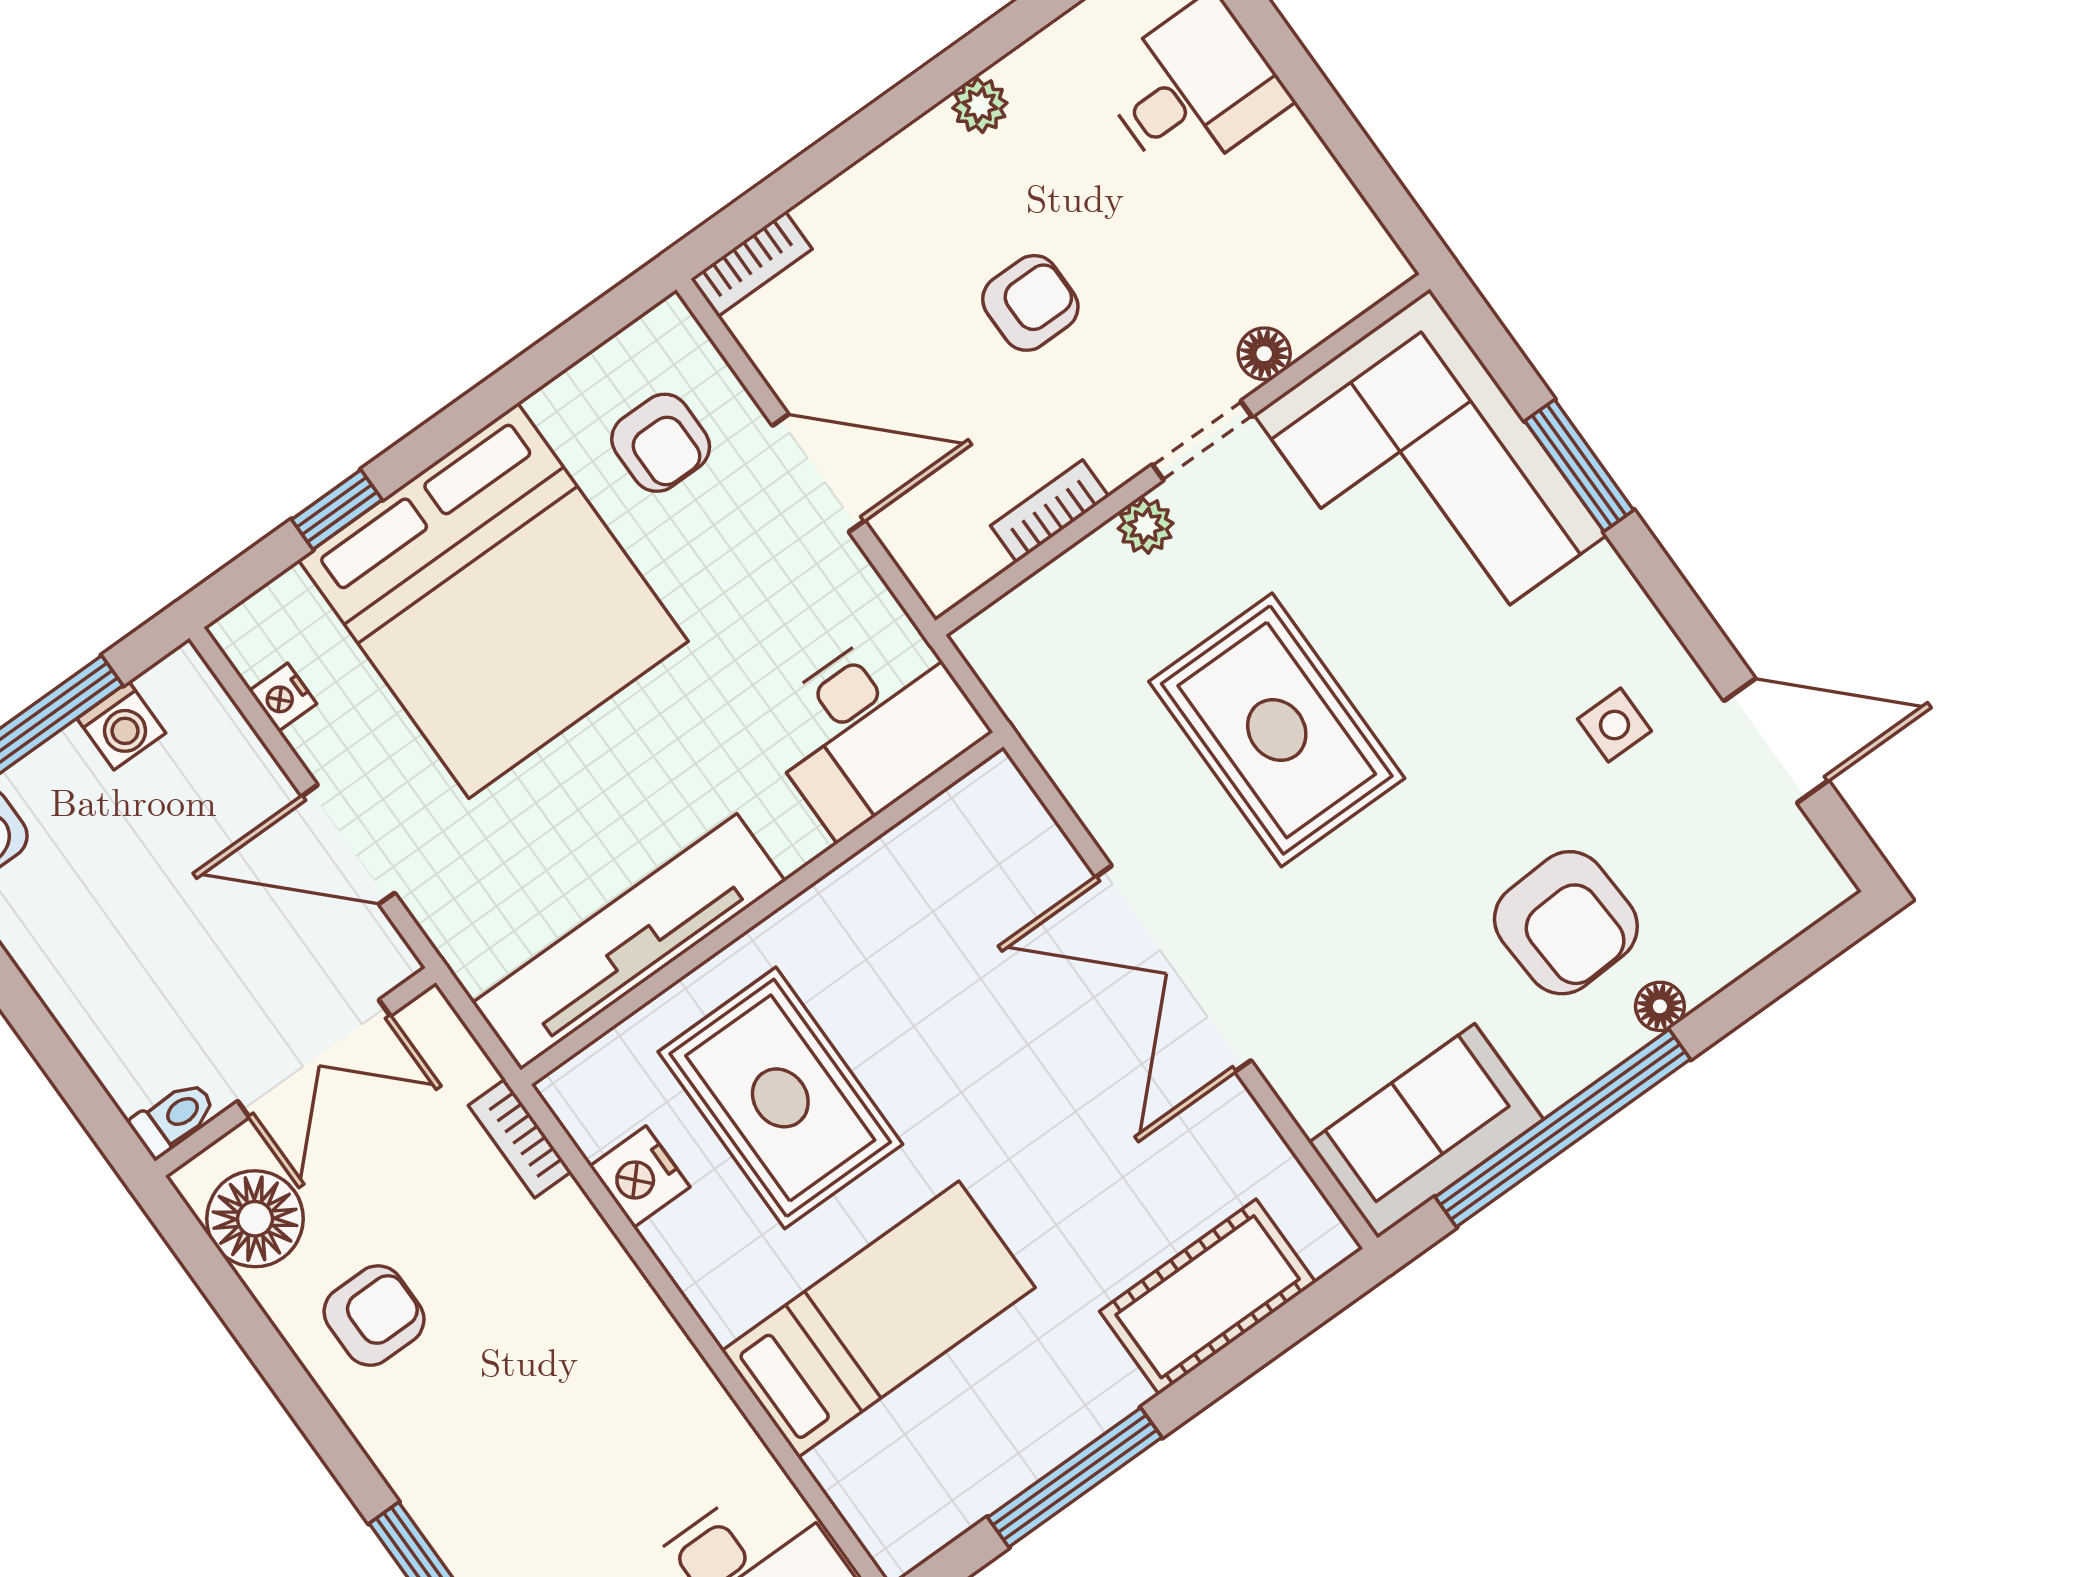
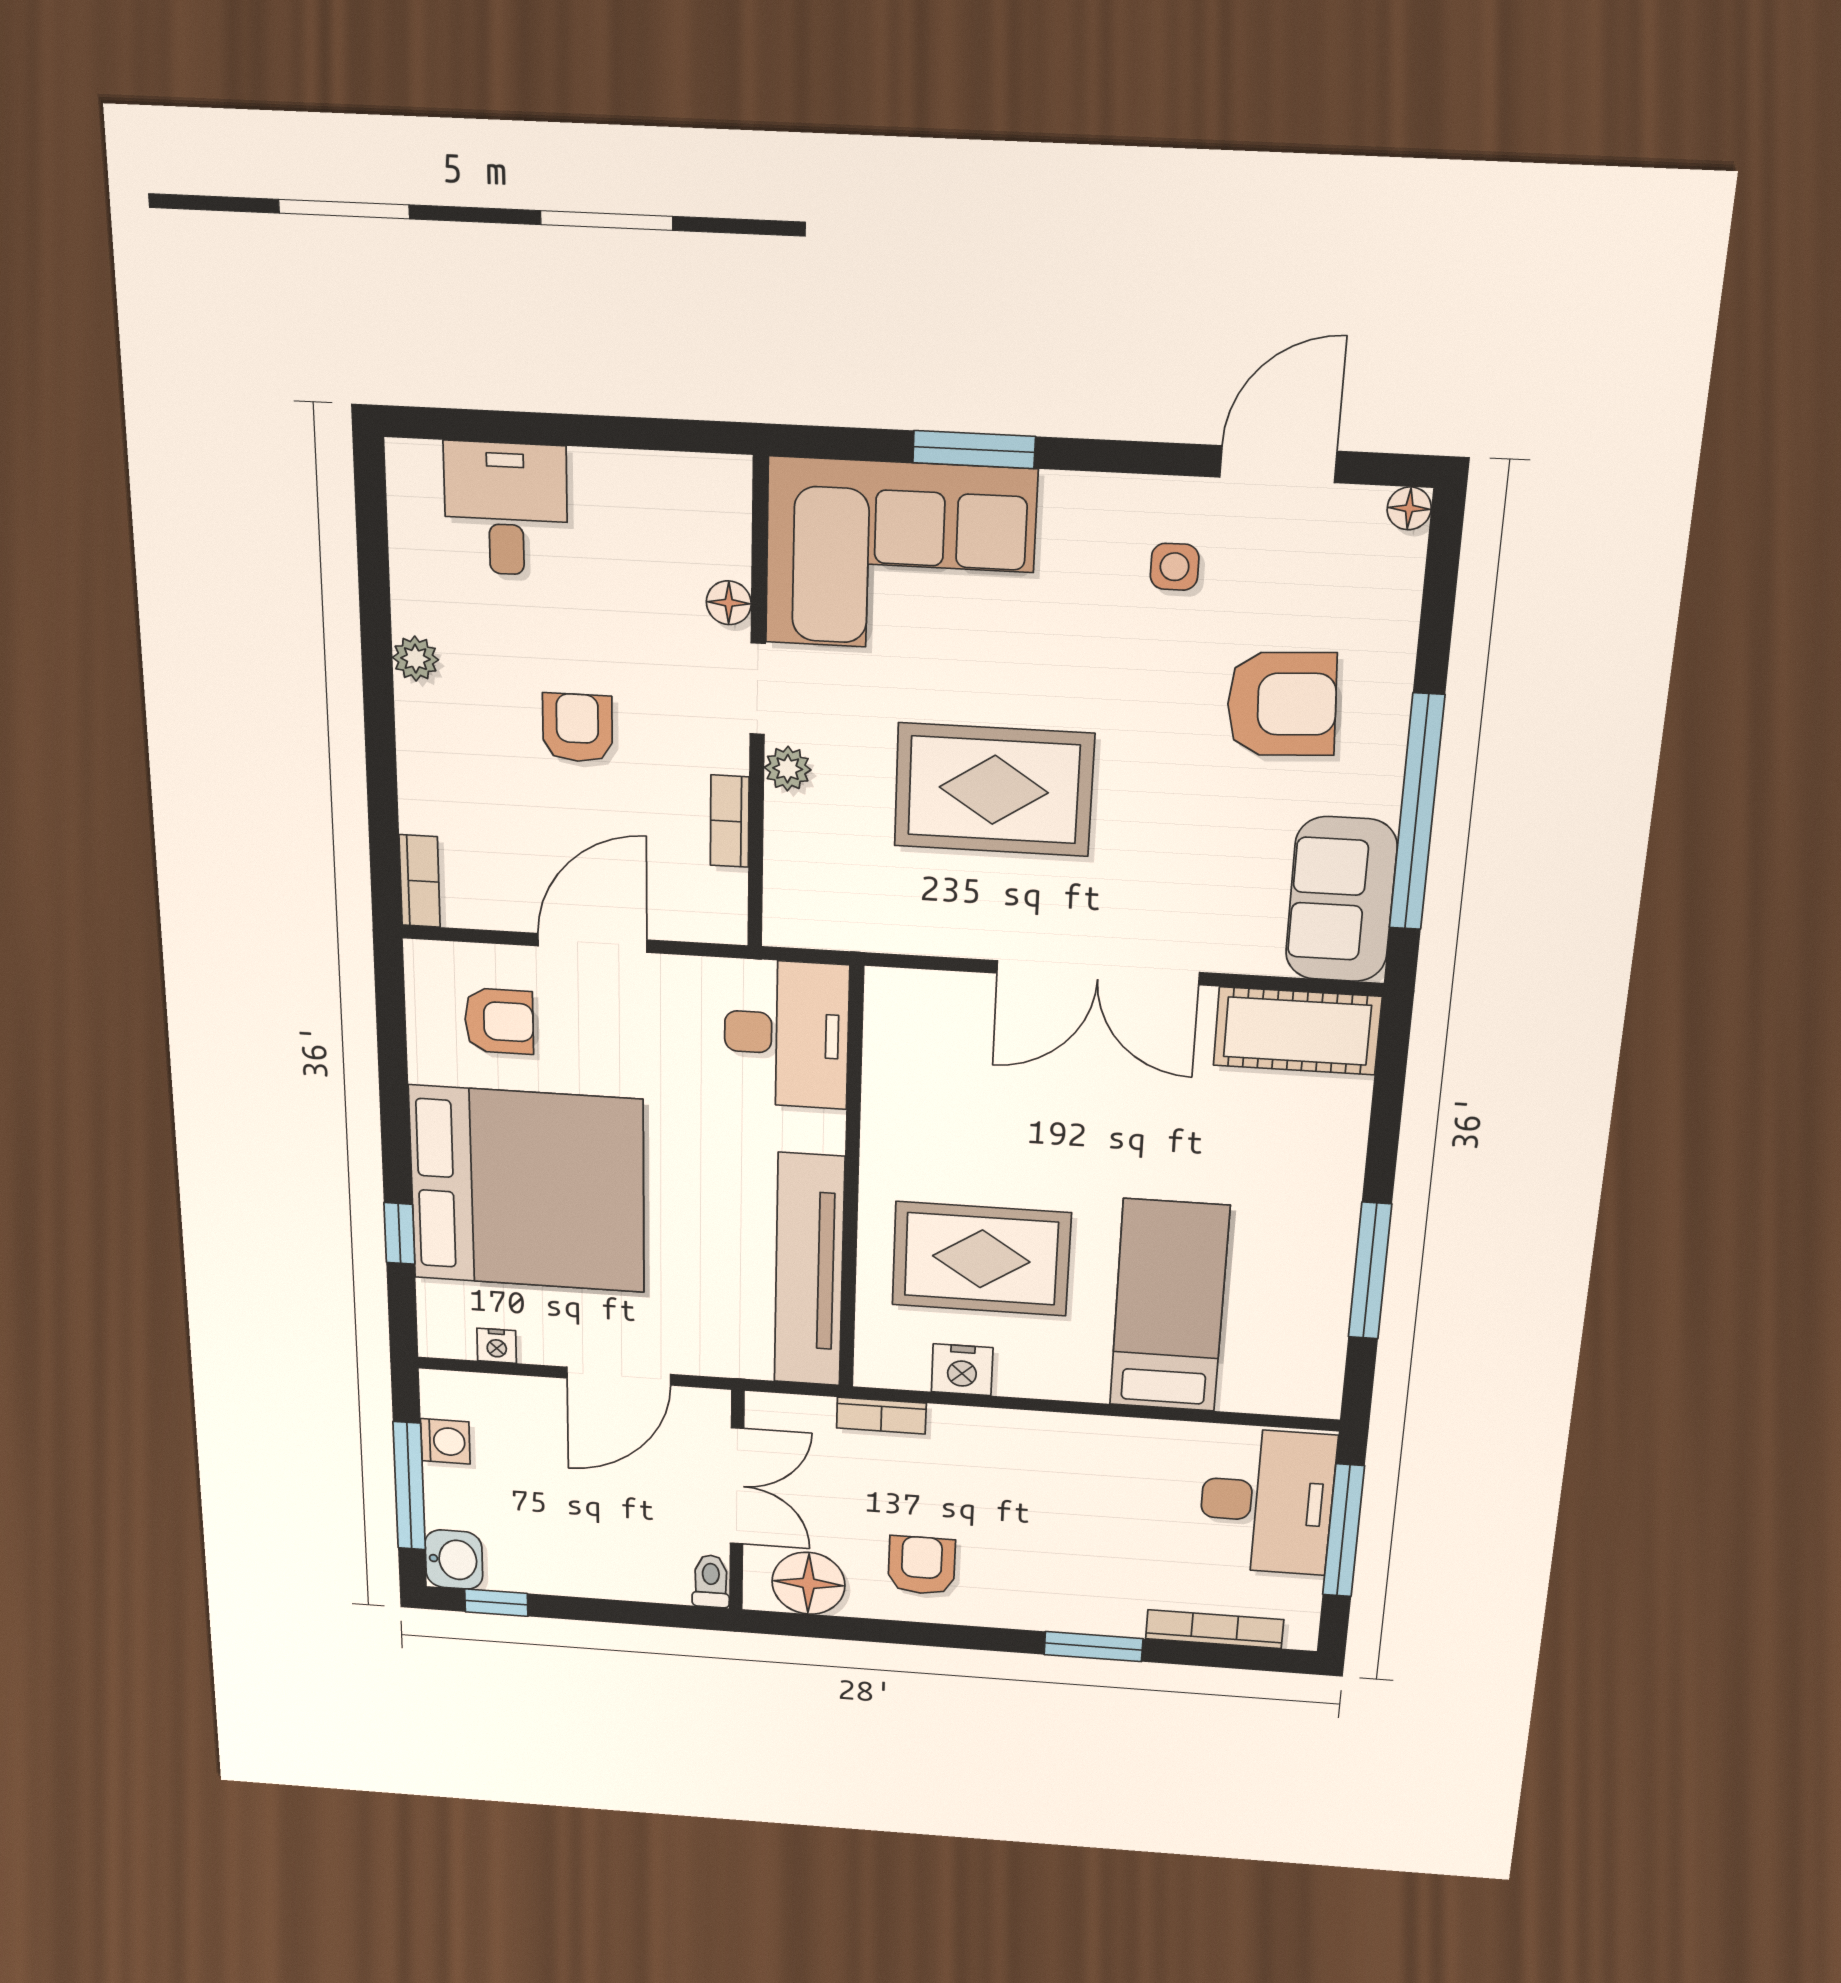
floor lamp: (1660, 1006) -> (1409, 508), moved
cot: (1208, 1297) -> (1297, 1031), moved, turned 90

